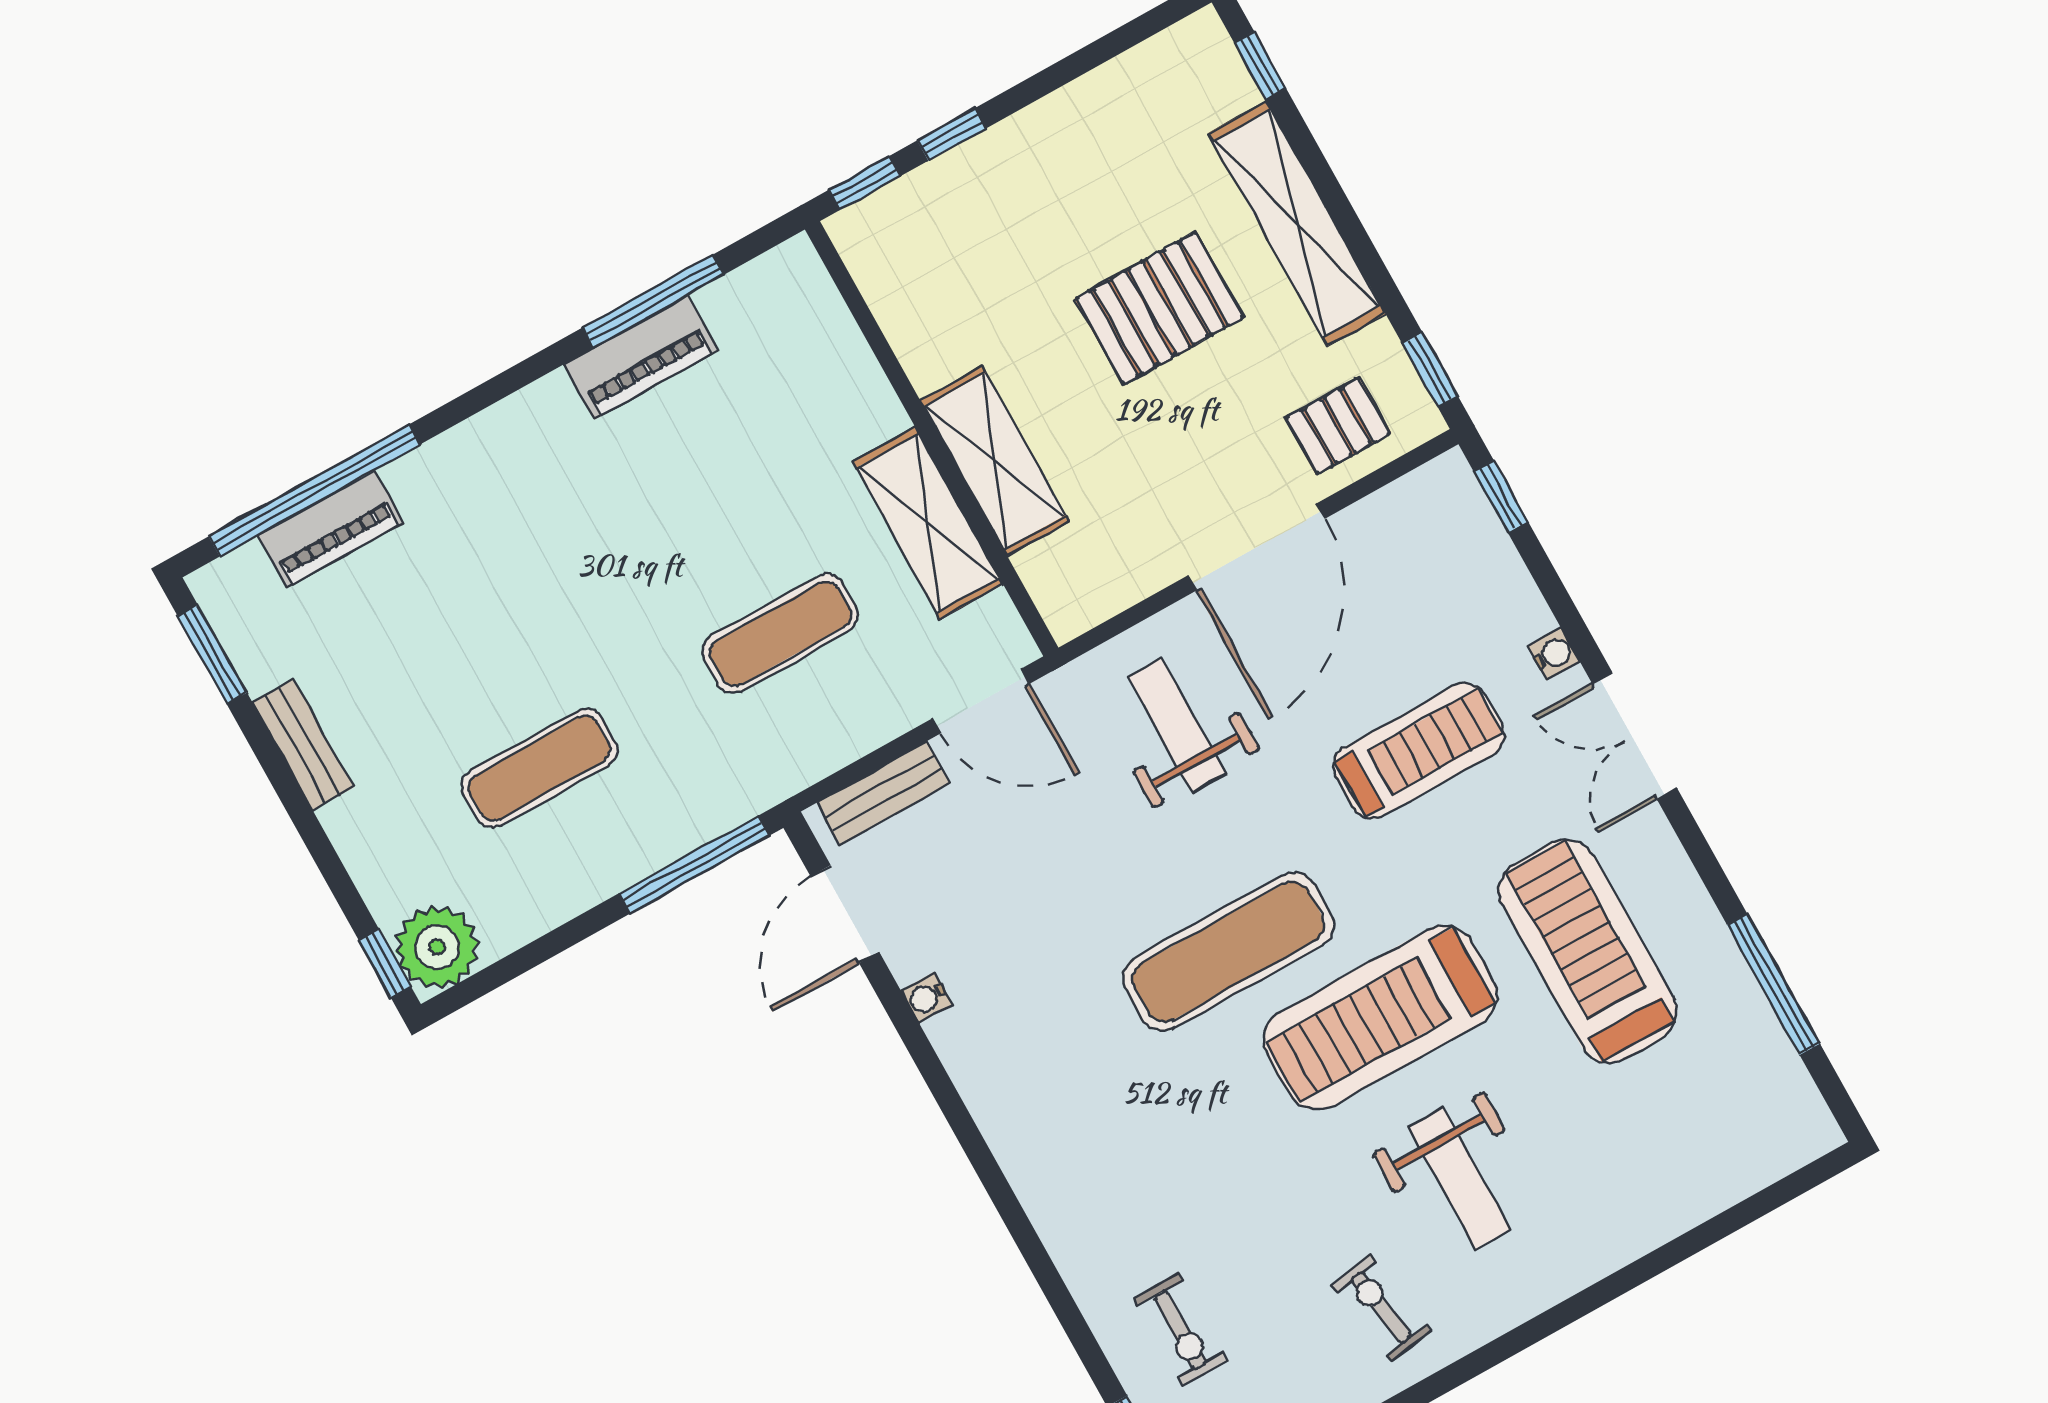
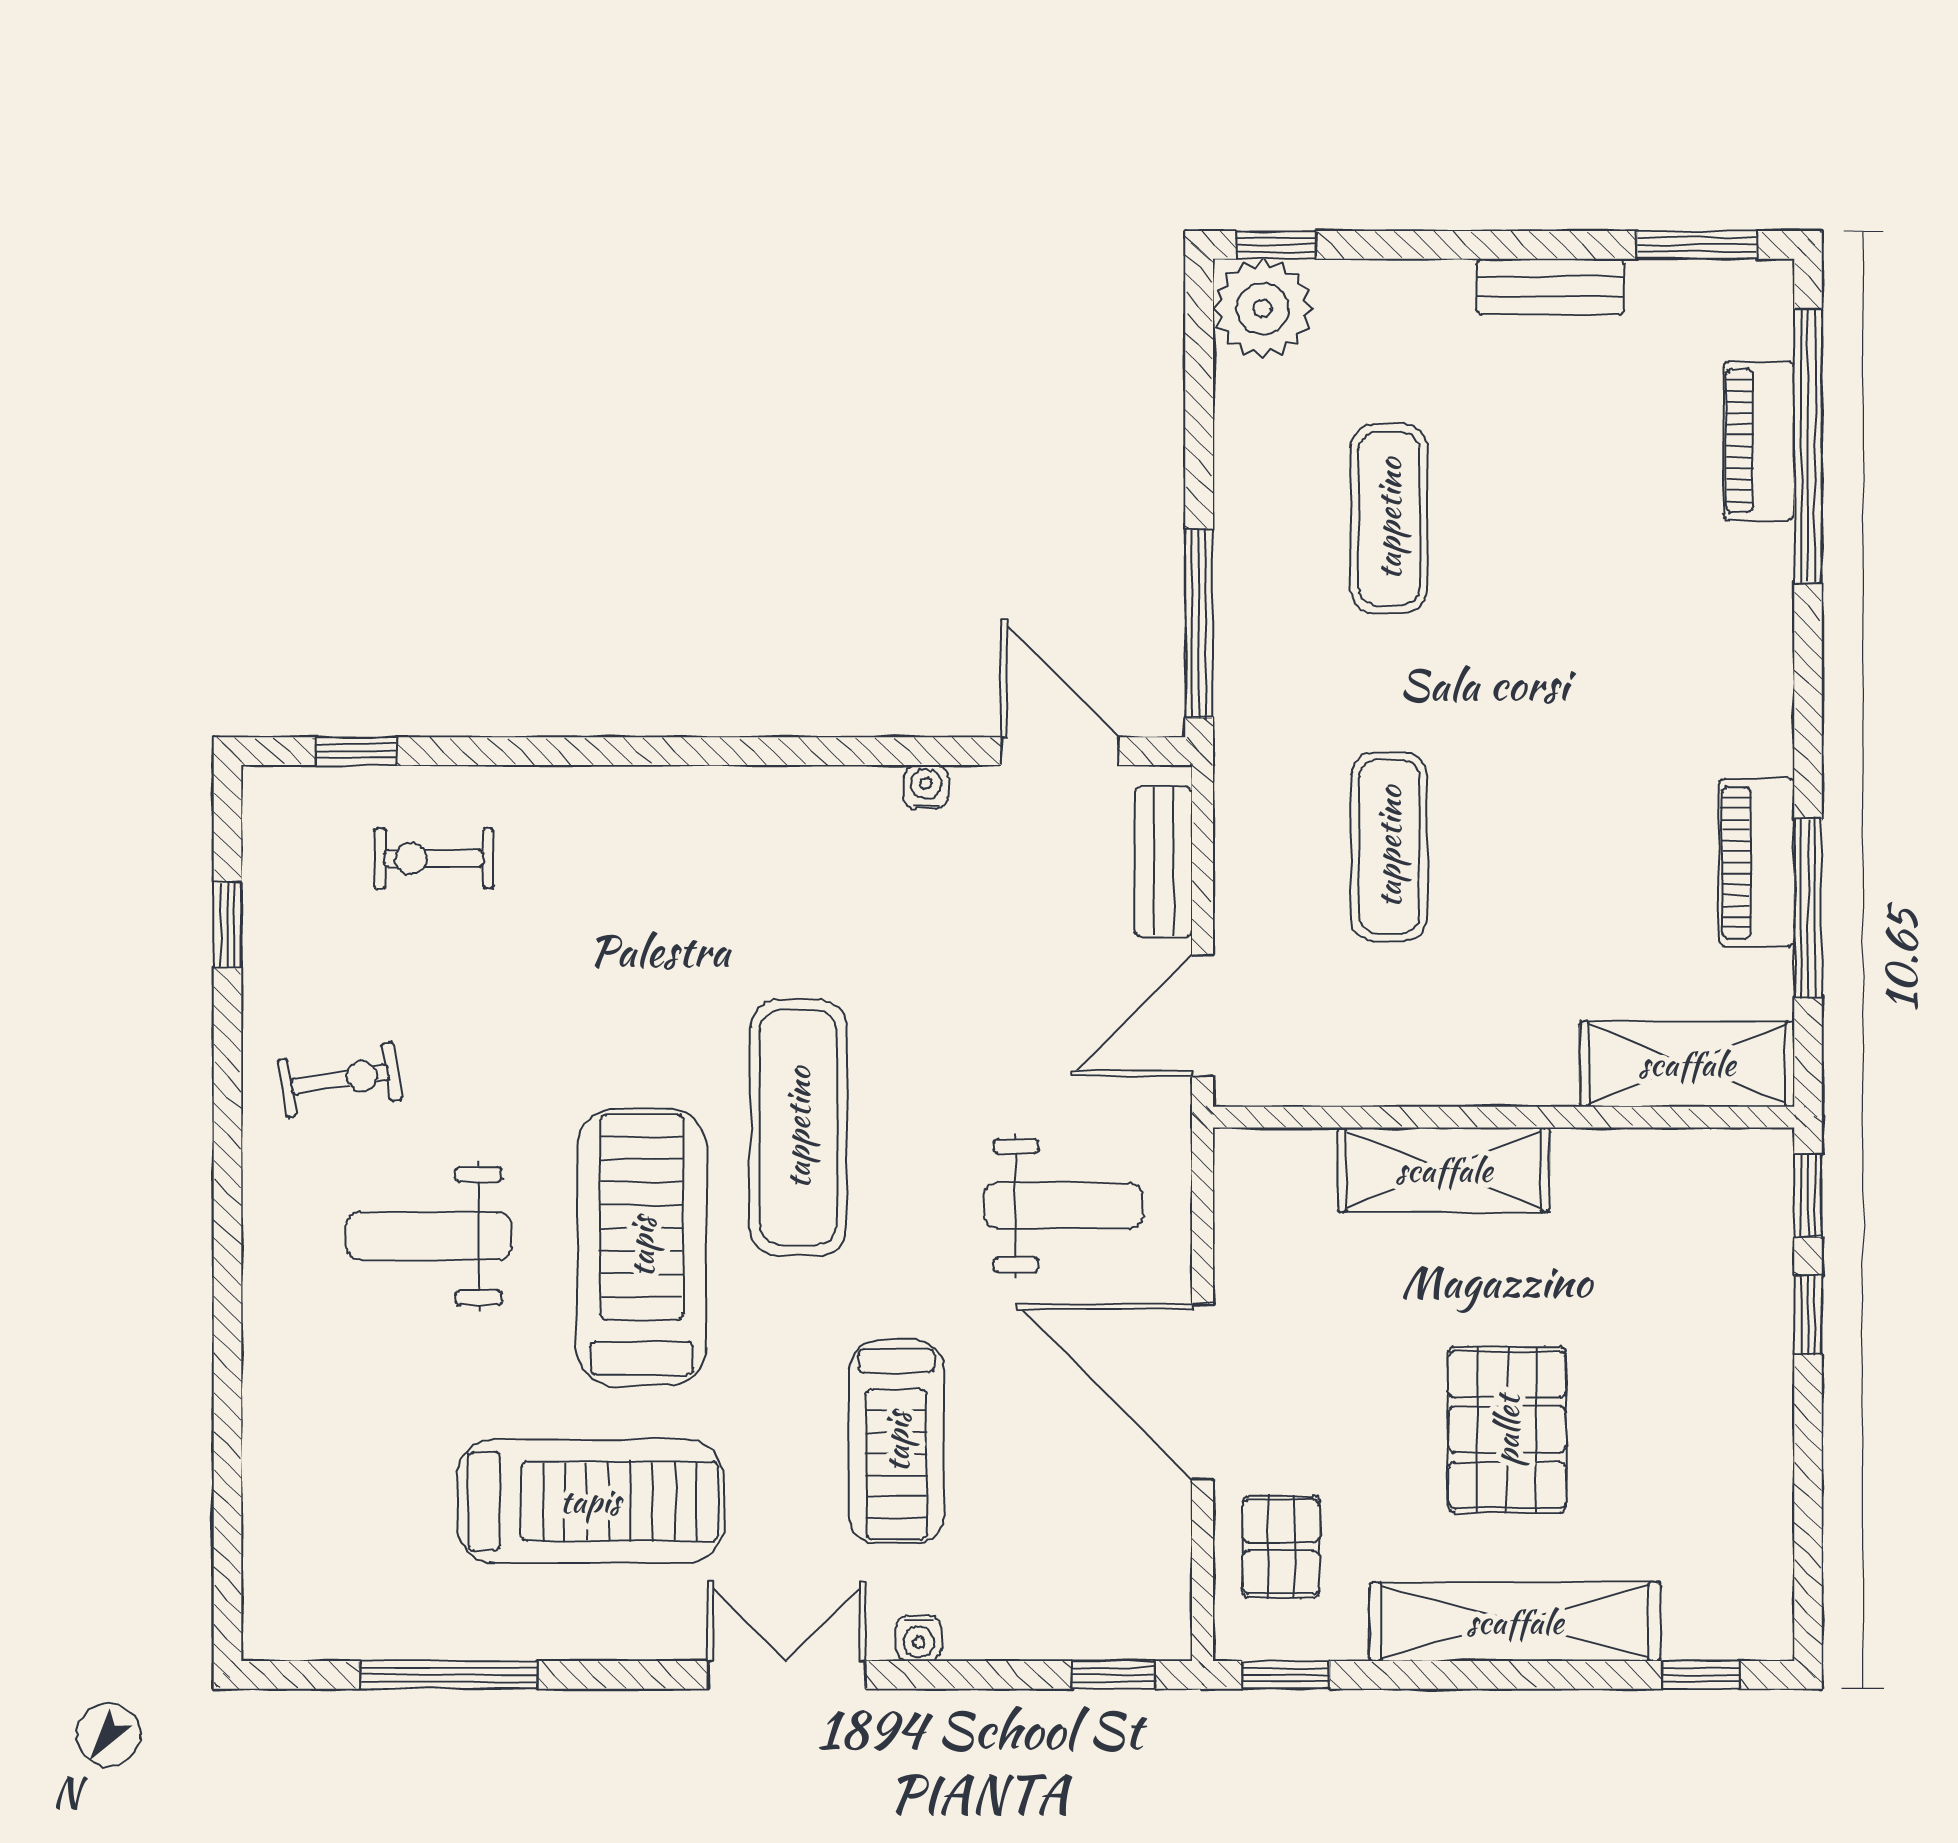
shelving: (928, 523) -> (1687, 1064), moved

